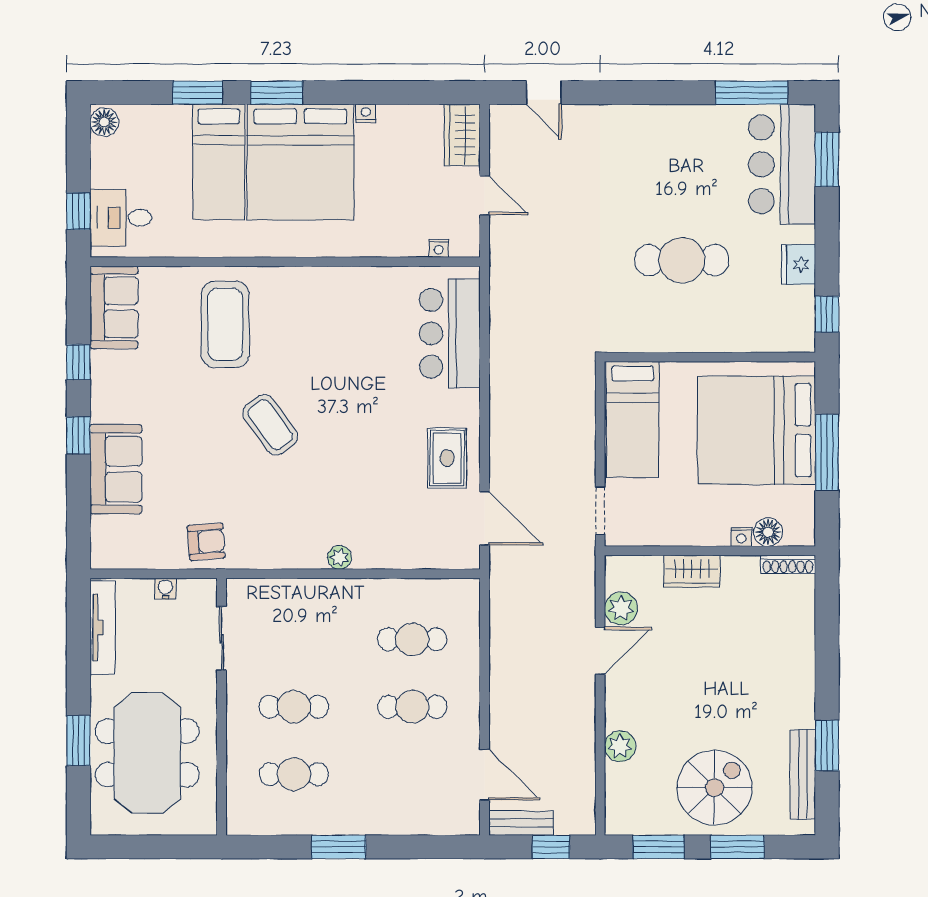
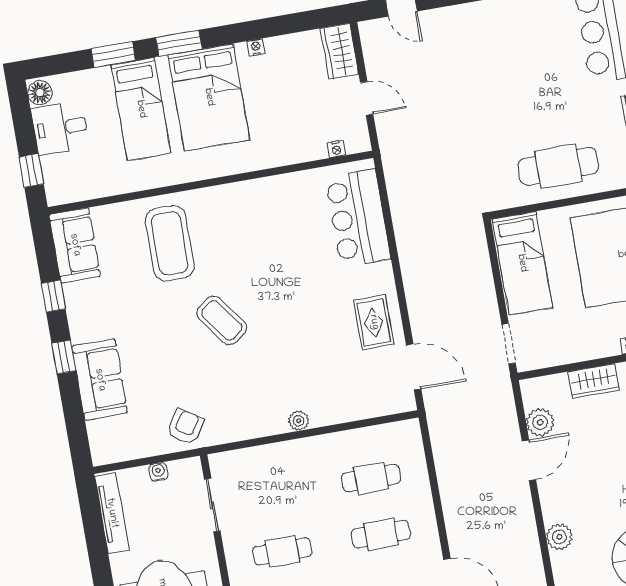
bed: (300, 162) -> (209, 97), width x0.73
desk: (121, 218) -> (60, 128), moved
cafe table: (682, 260) -> (558, 166), moved
armchair: (206, 542) -> (185, 427), turned -53

